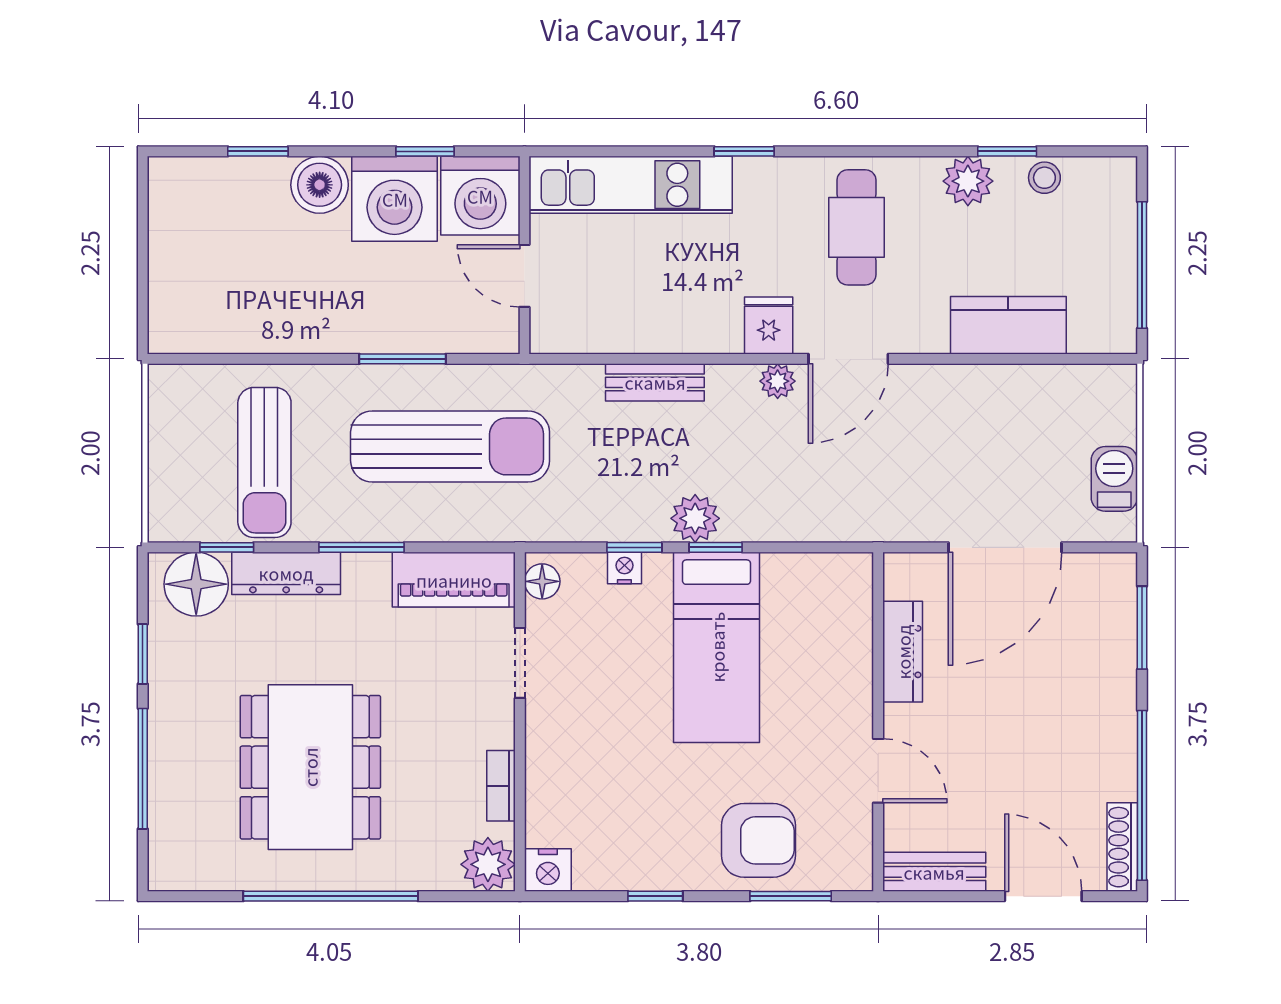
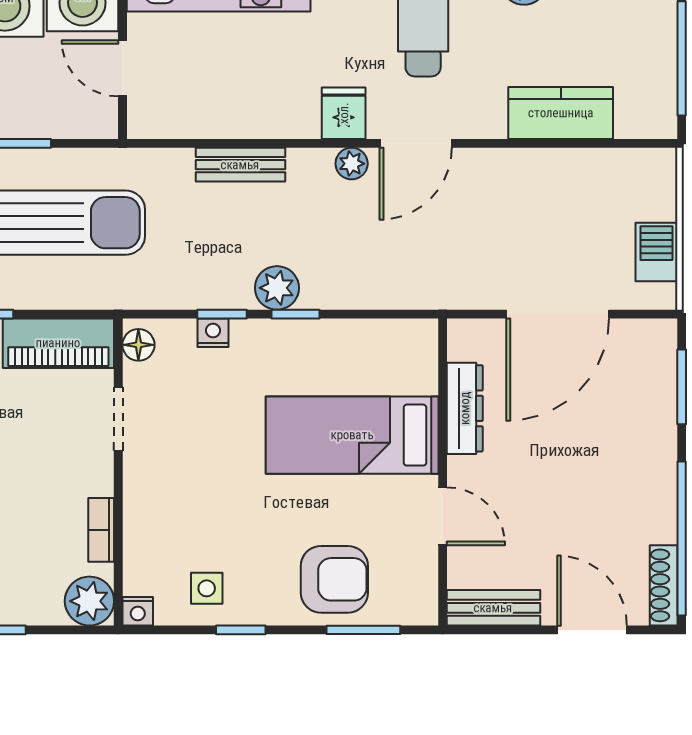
bed: (717, 647) -> (352, 435), moved, turned 90
side table: (618, 850) -> (207, 588), added
nightstand: (548, 870) -> (138, 611), width x0.72, depth x0.74

